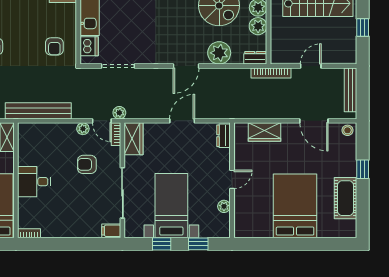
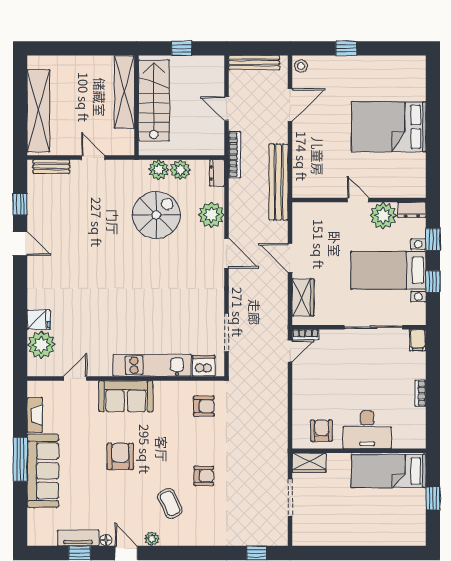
bench: (38, 111) -> (279, 182), moved
plant: (119, 113) -> (281, 331), removed
plant: (83, 129) -> (299, 373), removed
wardrobe: (265, 132) -> (303, 162), removed
dresser: (223, 136) -> (412, 210), moved
wardrobe: (134, 139) -> (303, 297), moved, turned 90
armchair: (87, 164) -> (322, 431), moved, turned 180
desk: (34, 182) -> (367, 430), width x1.37
cot: (346, 198) -> (380, 68), removed
plant: (224, 206) -> (383, 216), width x1.87, depth x1.87
bookcase: (29, 233) -> (421, 393), moved

